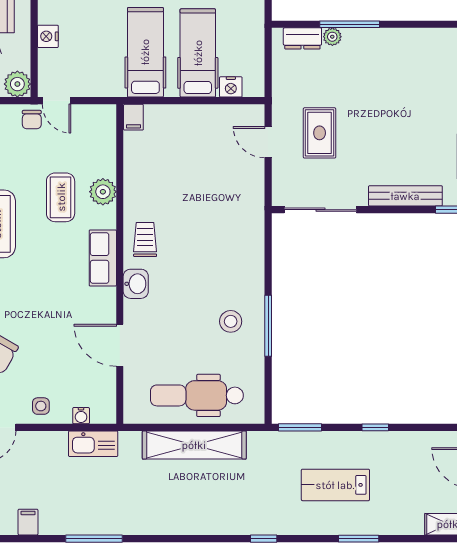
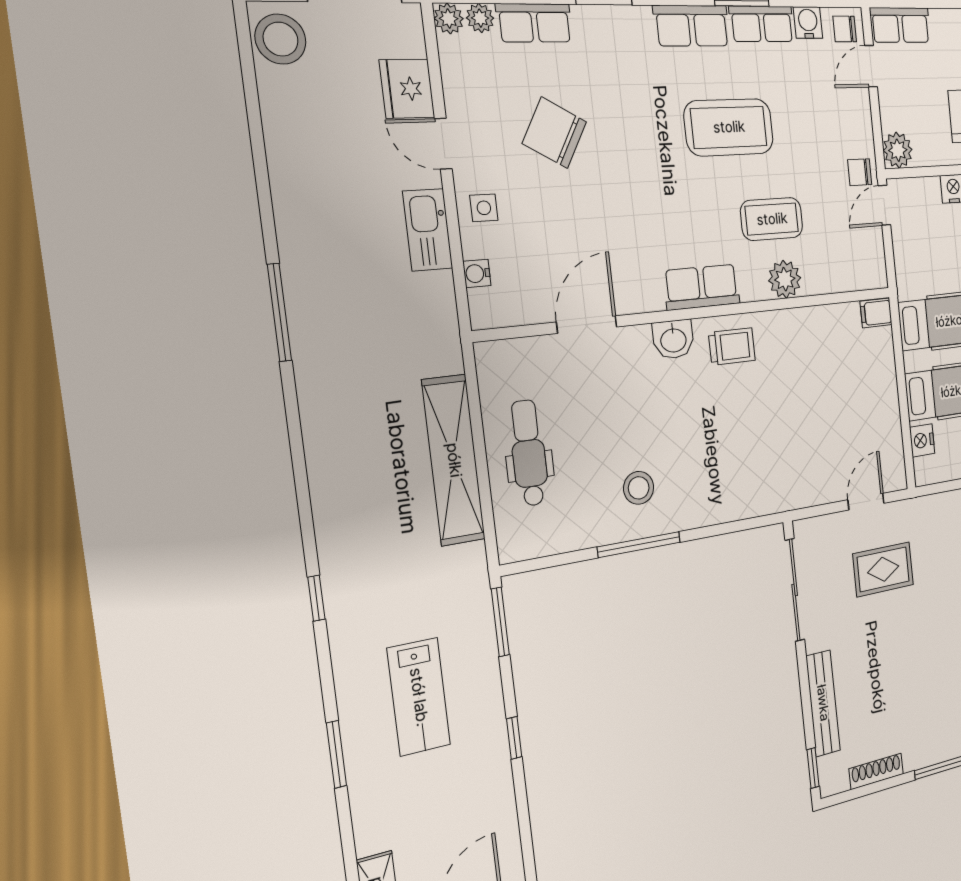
dental chair: (197, 395) -> (529, 453), width x0.73, depth x0.72
kitchen sink: (93, 444) -> (428, 230), moved
lab bench: (335, 485) -> (419, 697), turned 180
filing cabinet: (28, 522) -> (294, 197), removed

